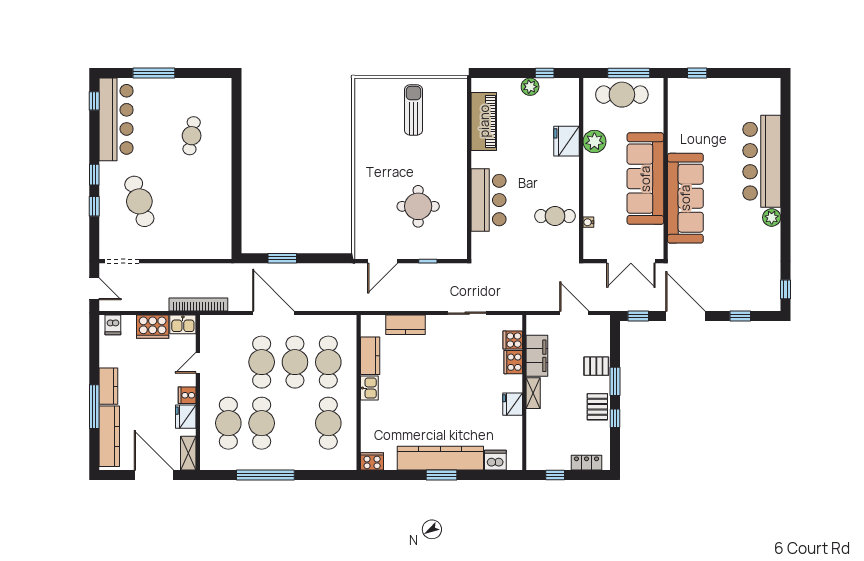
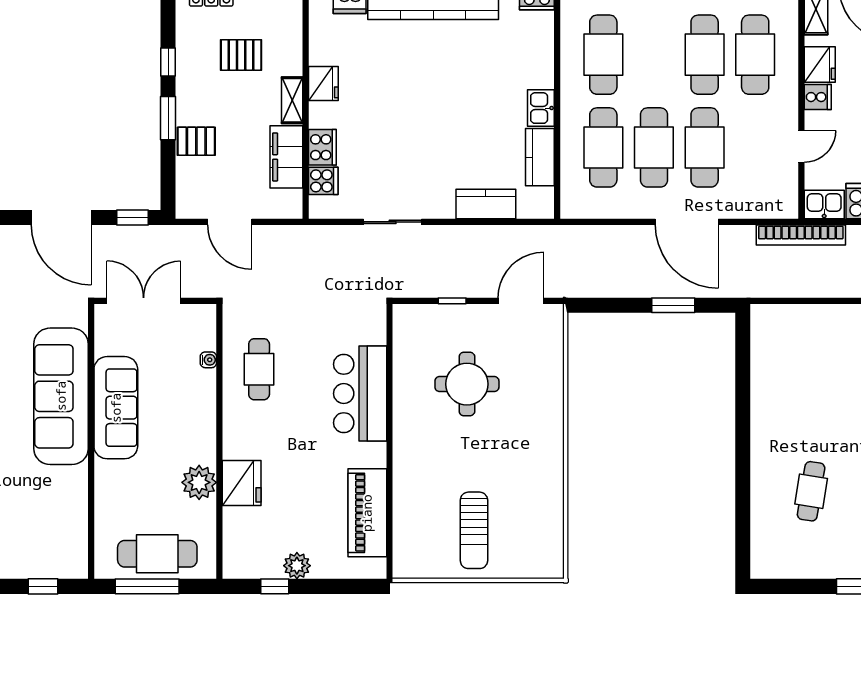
sofa: (645, 179) -> (116, 408), width x0.74, depth x0.79
cafe table: (555, 216) -> (259, 369), turned 90
pallet: (597, 407) -> (241, 55), moved, turned 90

